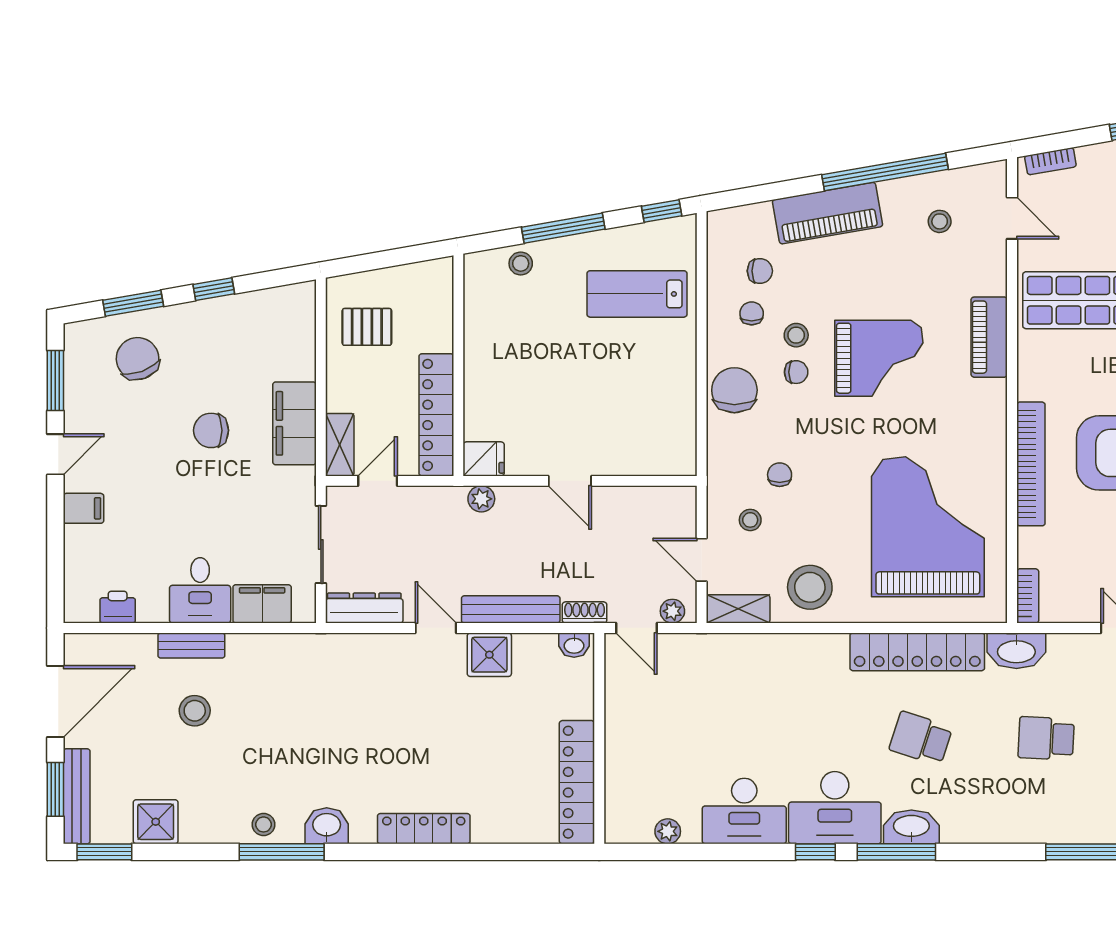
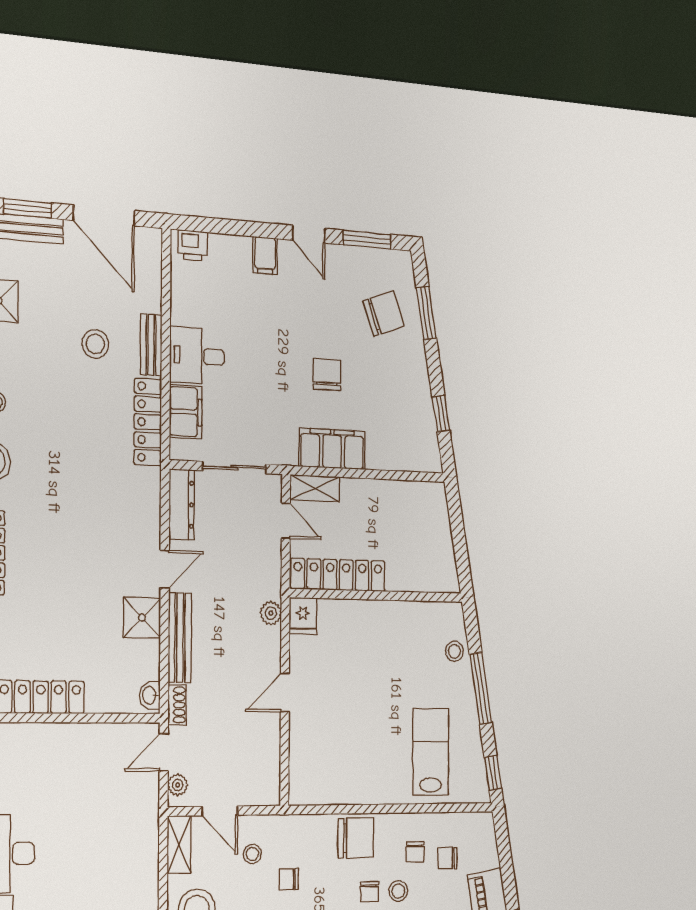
chair: (760, 271) -> (447, 858), turned 90
window: (214, 289) -> (441, 414), moved
chair: (752, 313) -> (415, 852), turned 90
pallet: (367, 327) -> (407, 516), removed
chair: (780, 475) -> (289, 879), turned 180
door: (702, 560) -> (220, 811), swing flipped
printer: (118, 607) -> (193, 245), moved, turned 90
locker: (276, 649) -> (148, 422), added

